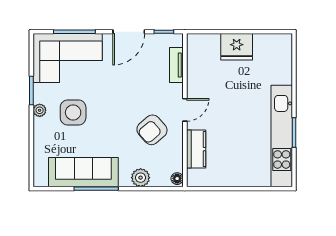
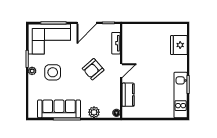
fridge: (237, 47) -> (179, 45), moved, turned 90
armchair: (152, 130) -> (93, 69), moved
kitchen unit: (282, 136) -> (181, 95), width x0.73

